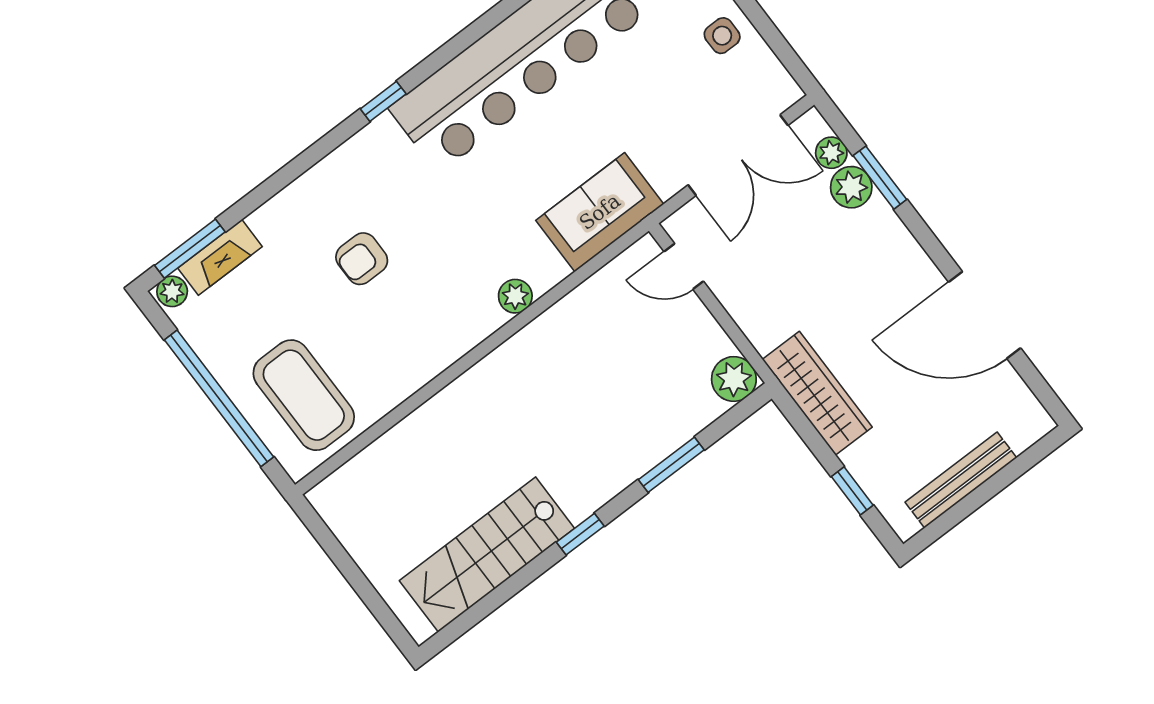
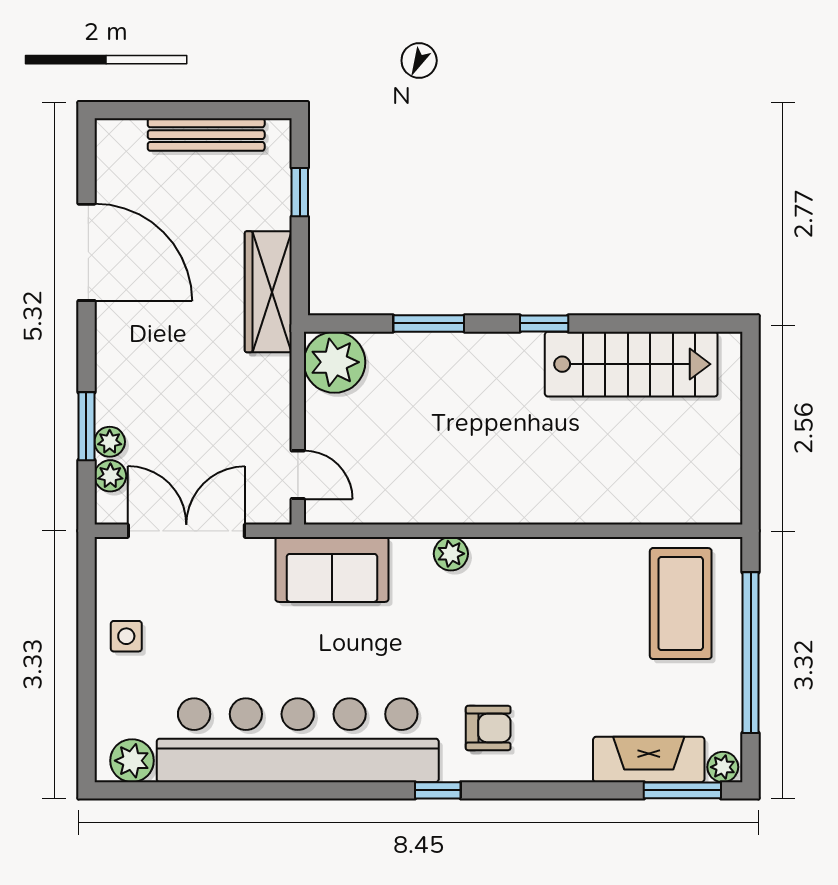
plant: (851, 187) -> (110, 442), width x0.73, depth x0.73
fireplace: (220, 257) -> (649, 759), width x1.37, depth x1.32
armchair: (362, 259) -> (488, 728), moved
plant: (734, 379) -> (334, 362), width x1.36, depth x1.36

